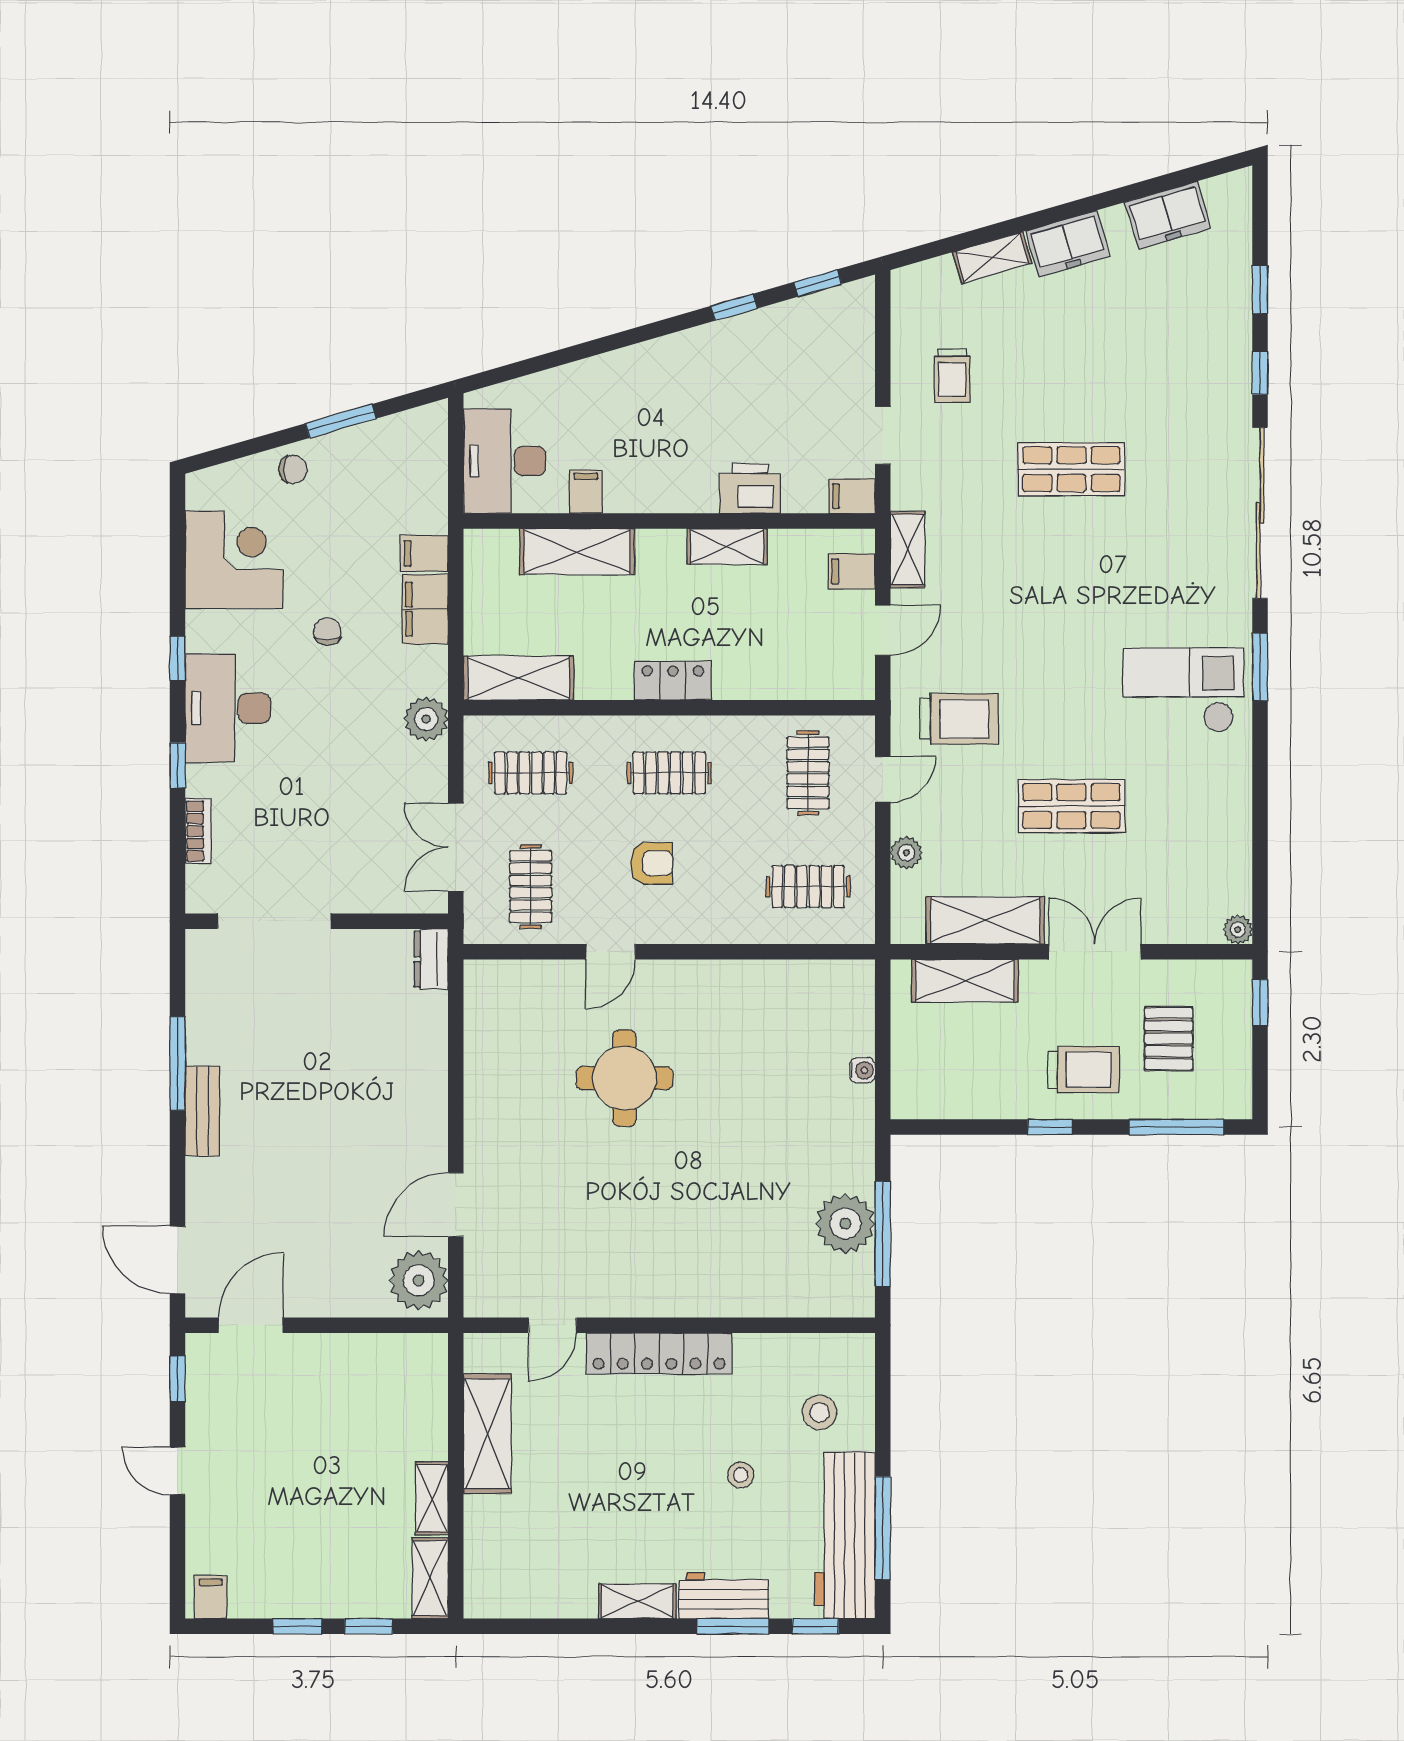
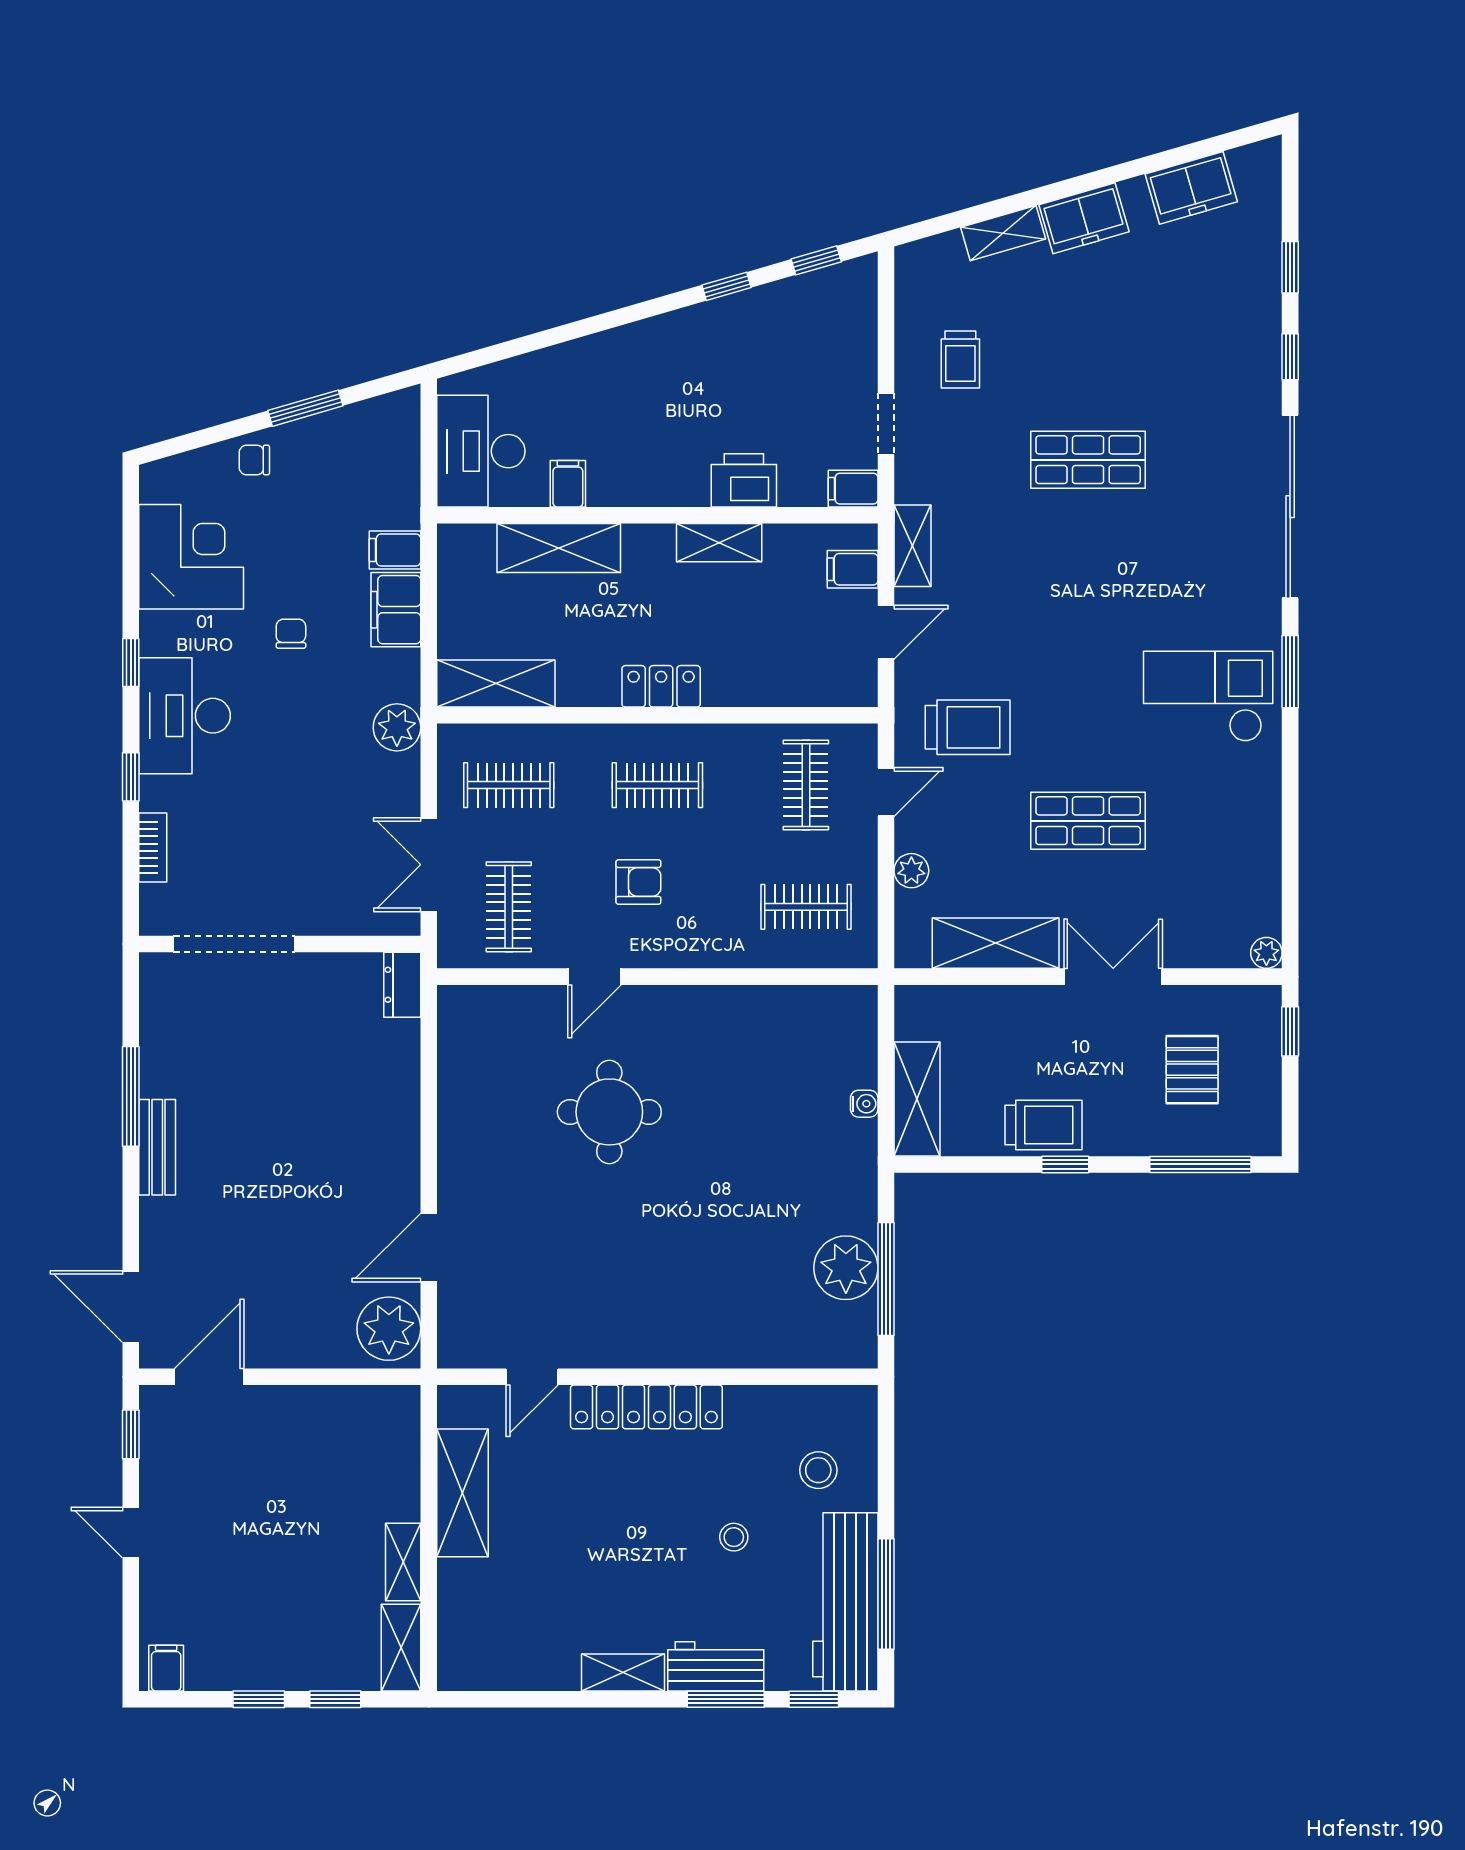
chair: (293, 469) -> (254, 460), turned 180
shelving: (965, 981) -> (917, 1099), moved, turned 90
trolley: (1084, 1070) -> (1043, 1125), moved

